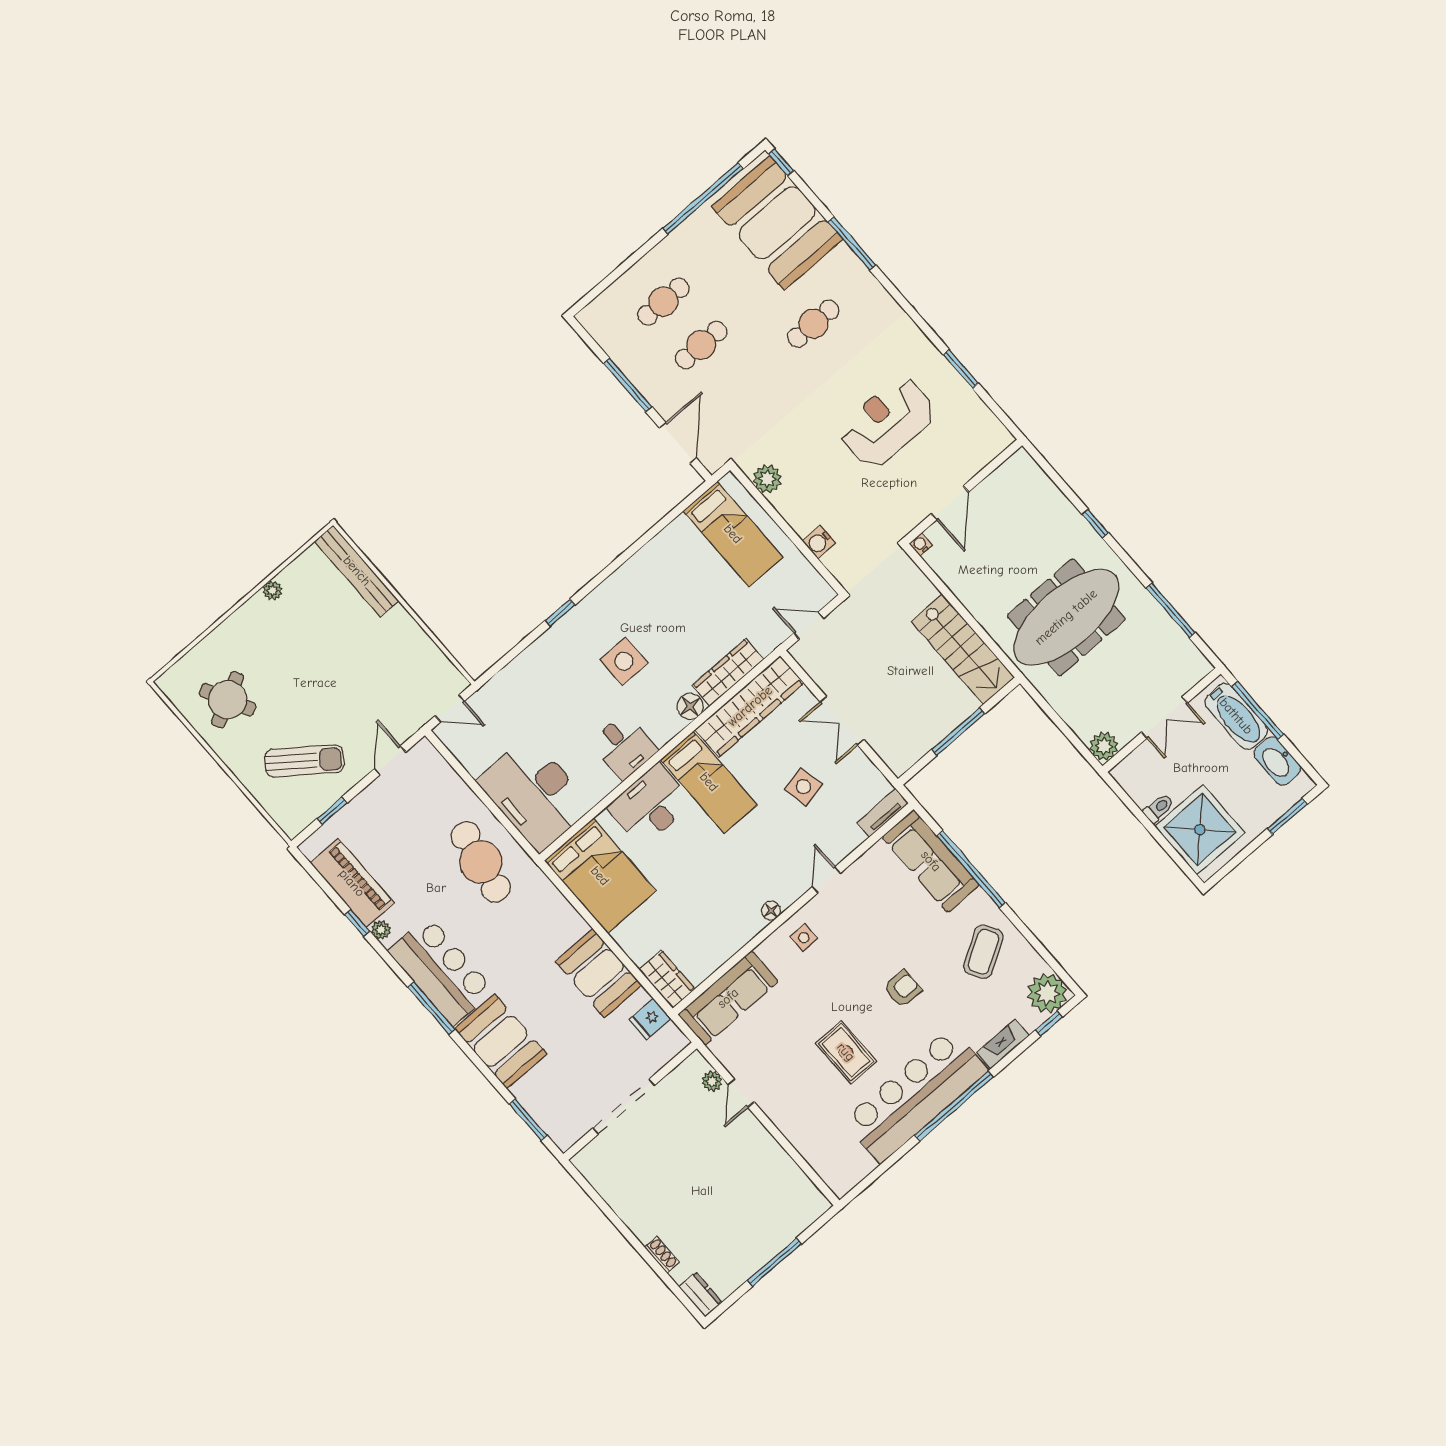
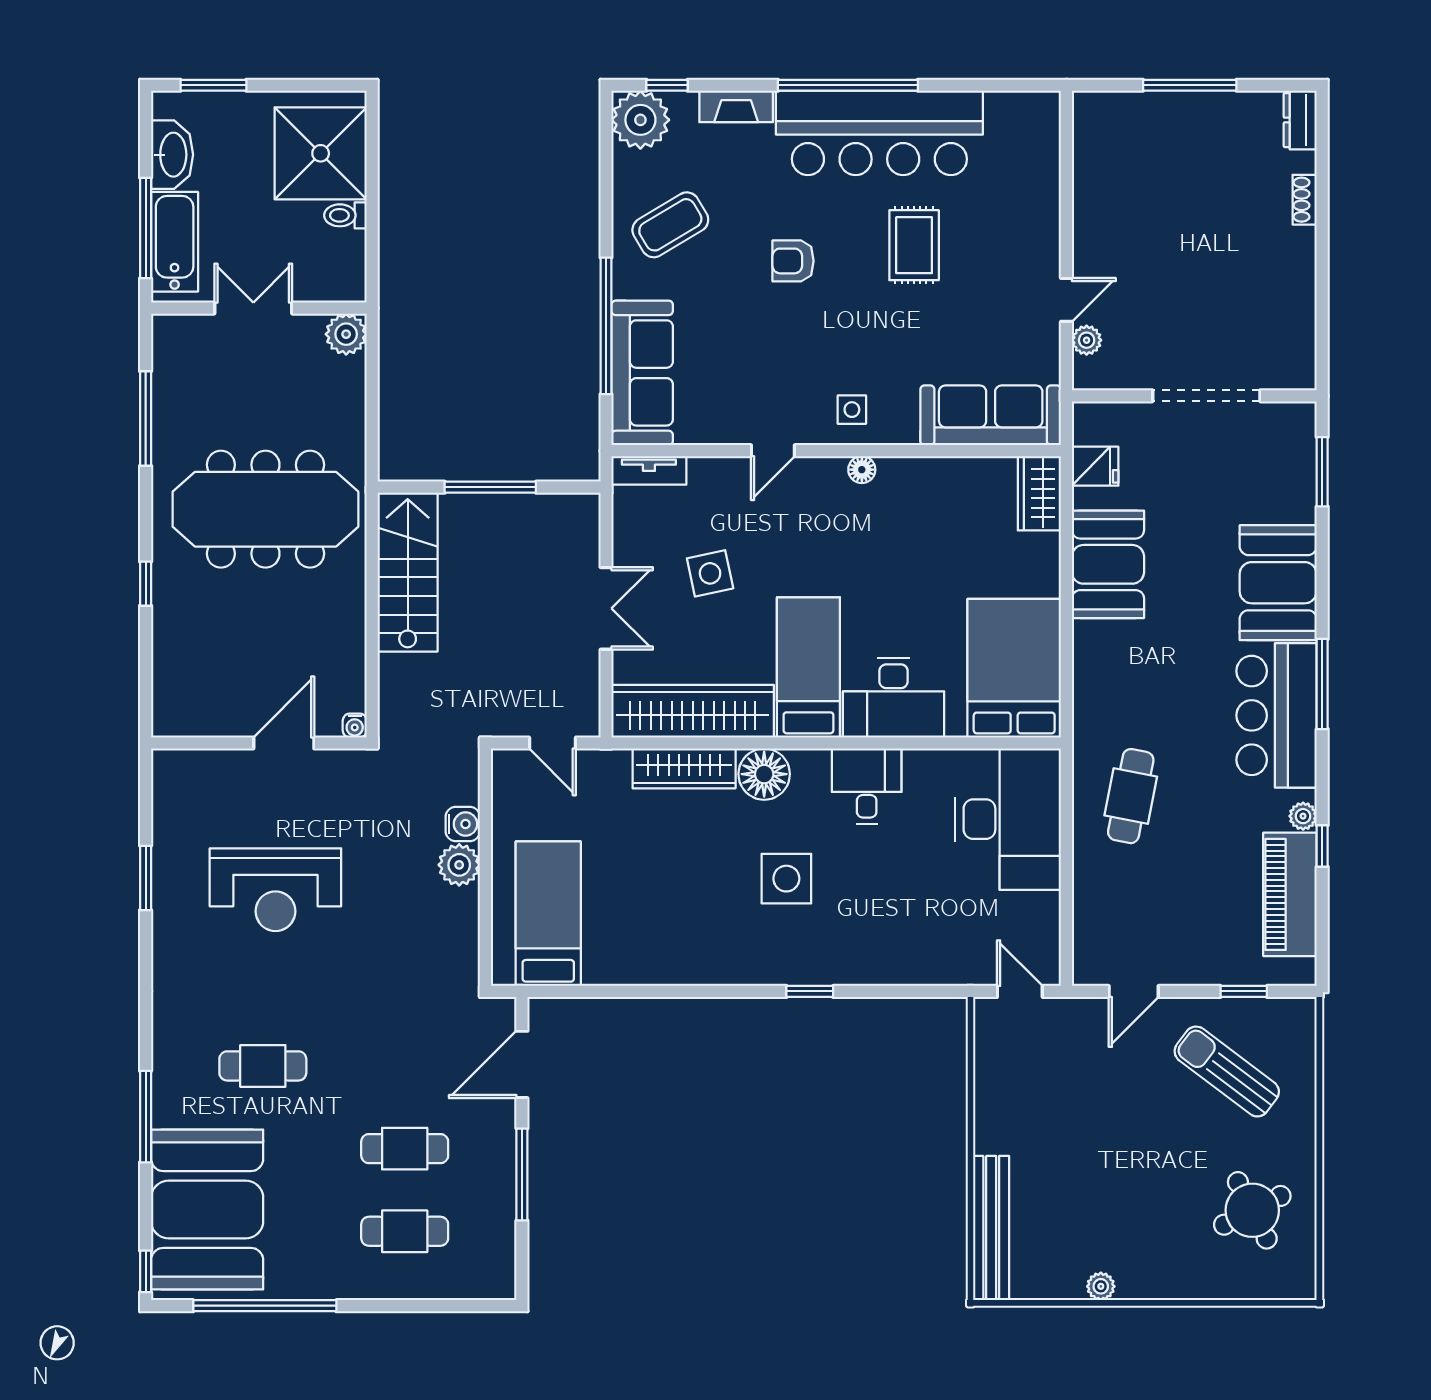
plant: (767, 479) -> (459, 865), moved
floor lamp: (690, 706) -> (764, 774), width x1.38, depth x1.38
cafe table: (481, 862) -> (1131, 796), width x0.73, depth x0.74

